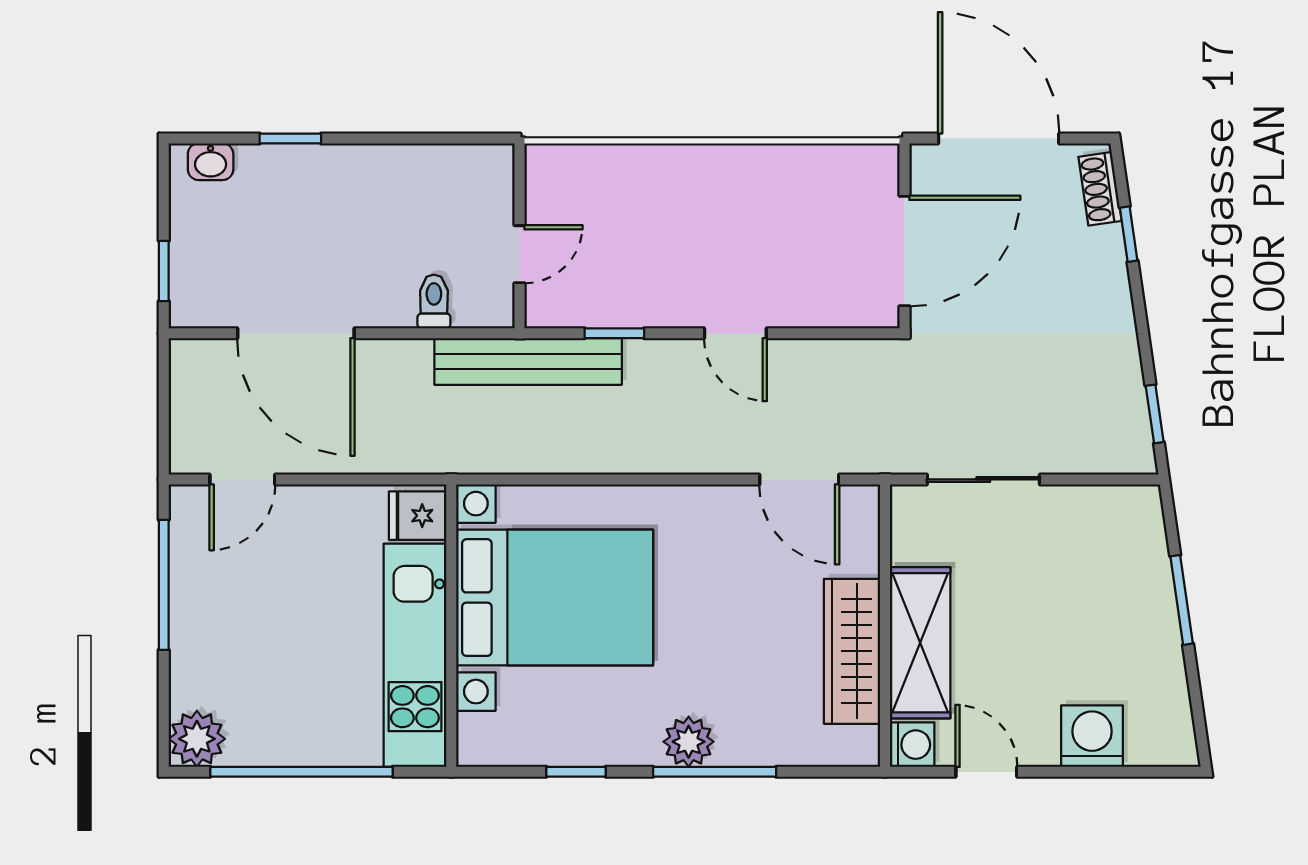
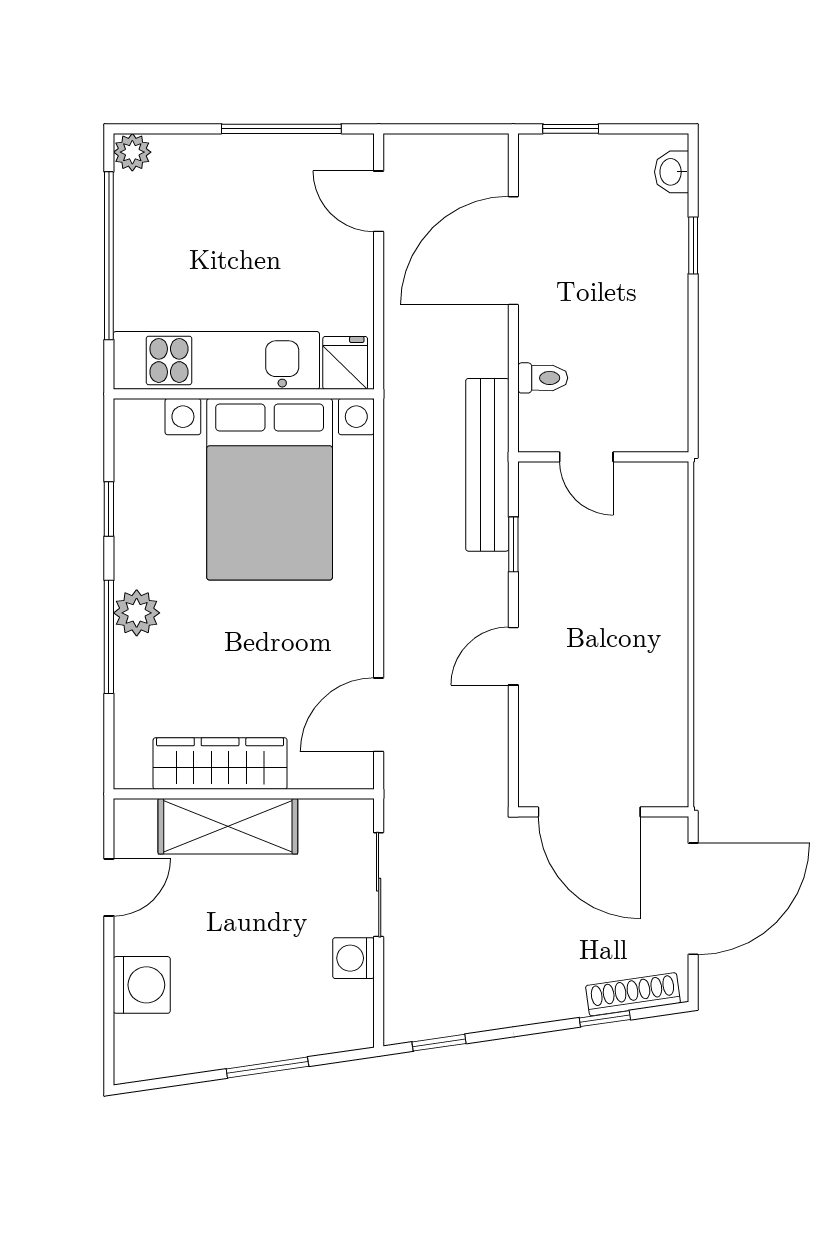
shoe rack: (1100, 189) -> (633, 994), width x1.43
plant: (197, 739) -> (132, 152), width x0.73, depth x0.73
washing machine: (912, 745) -> (353, 958), moved, turned 90

